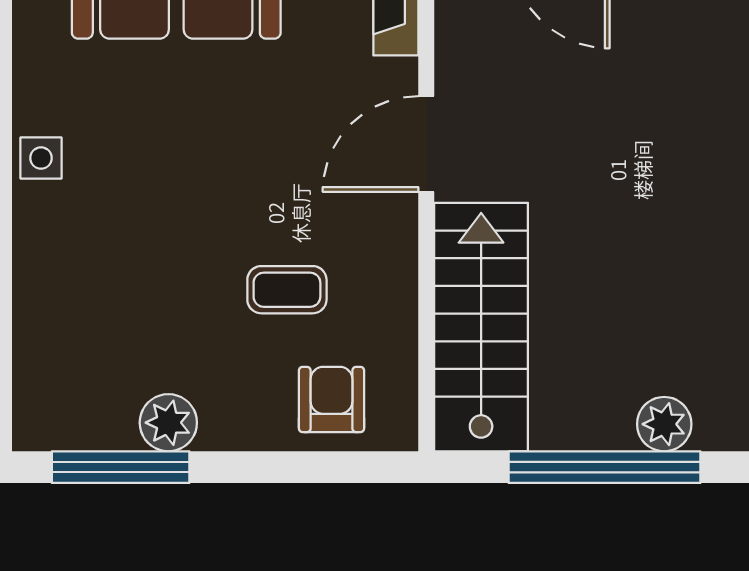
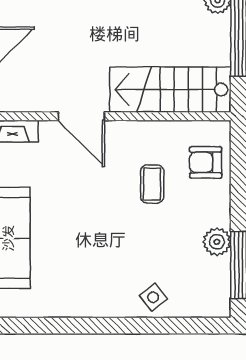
side table: (41, 158) -> (153, 297), moved, turned -37

